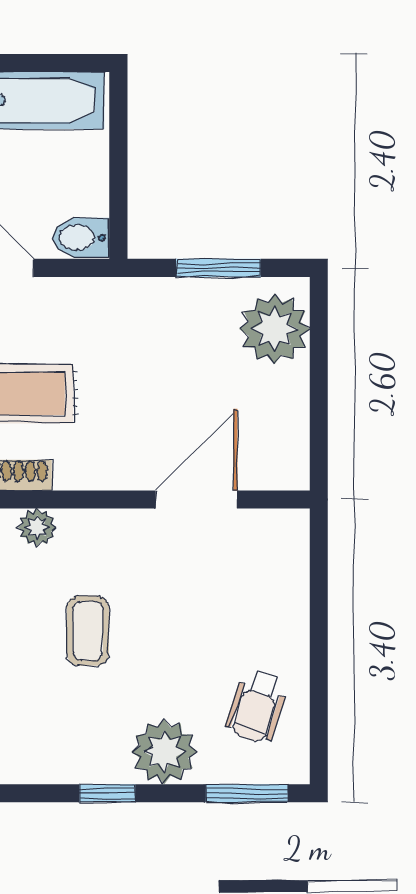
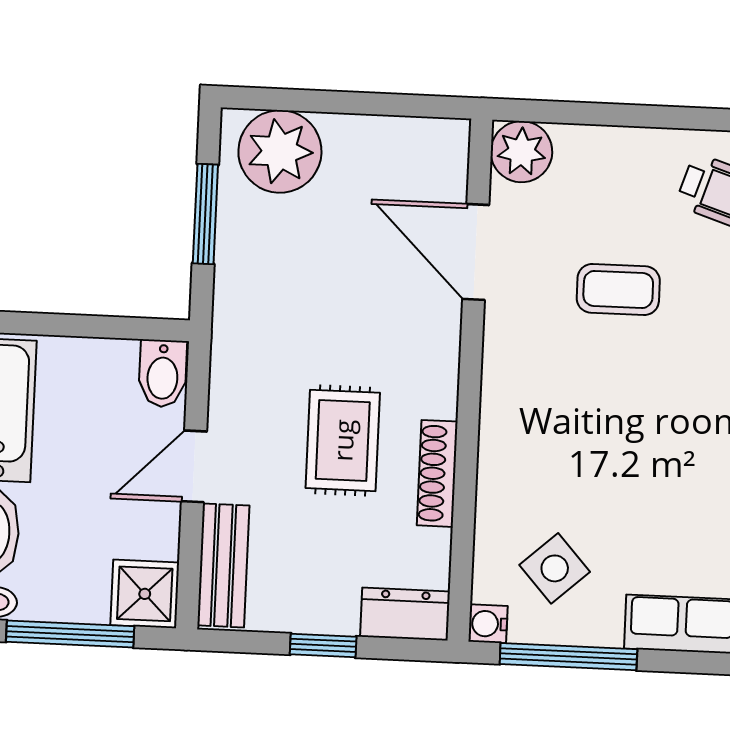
plant: (37, 527) -> (521, 152), moved, width x1.38, depth x1.38
coffee table: (88, 631) -> (618, 289), moved

